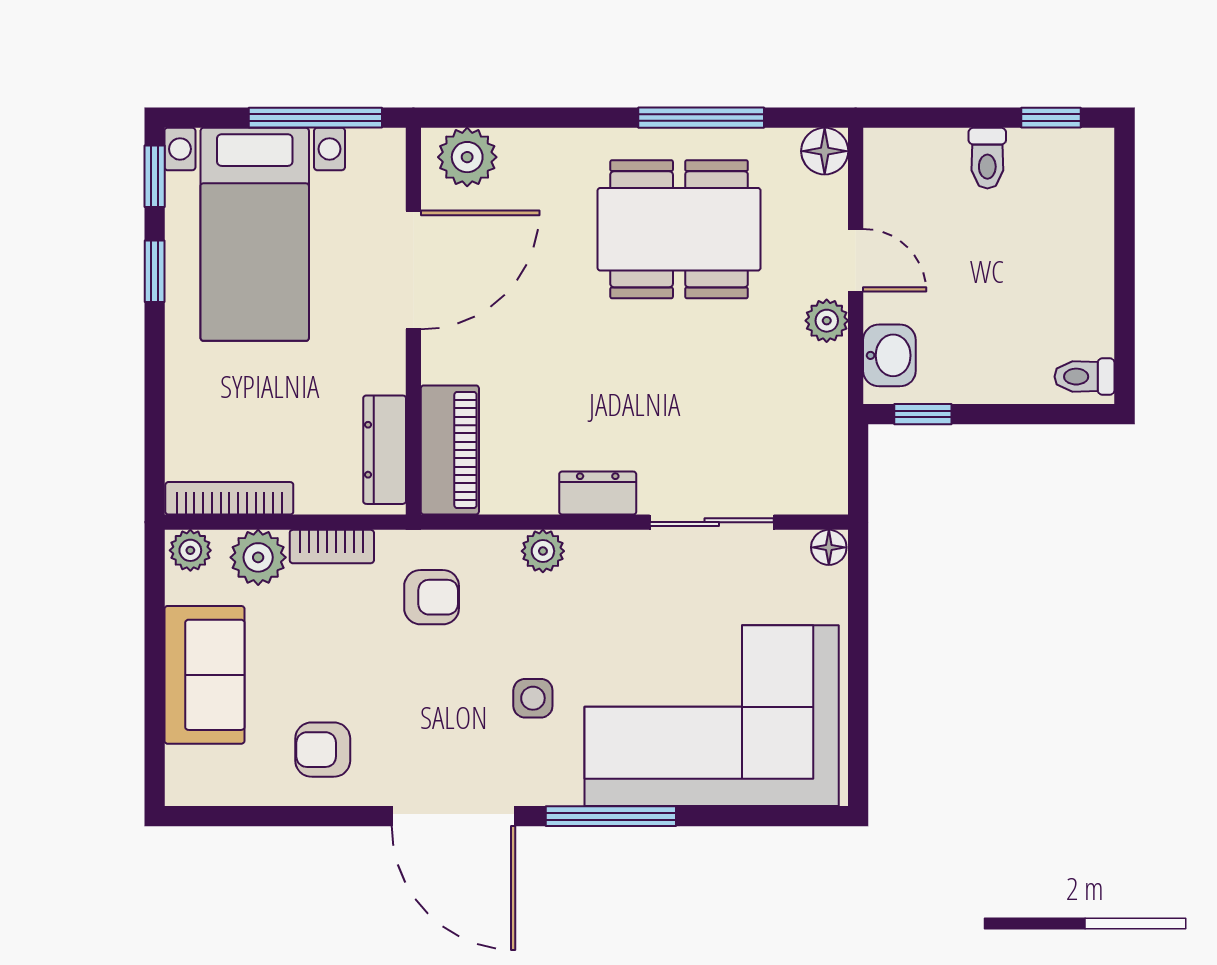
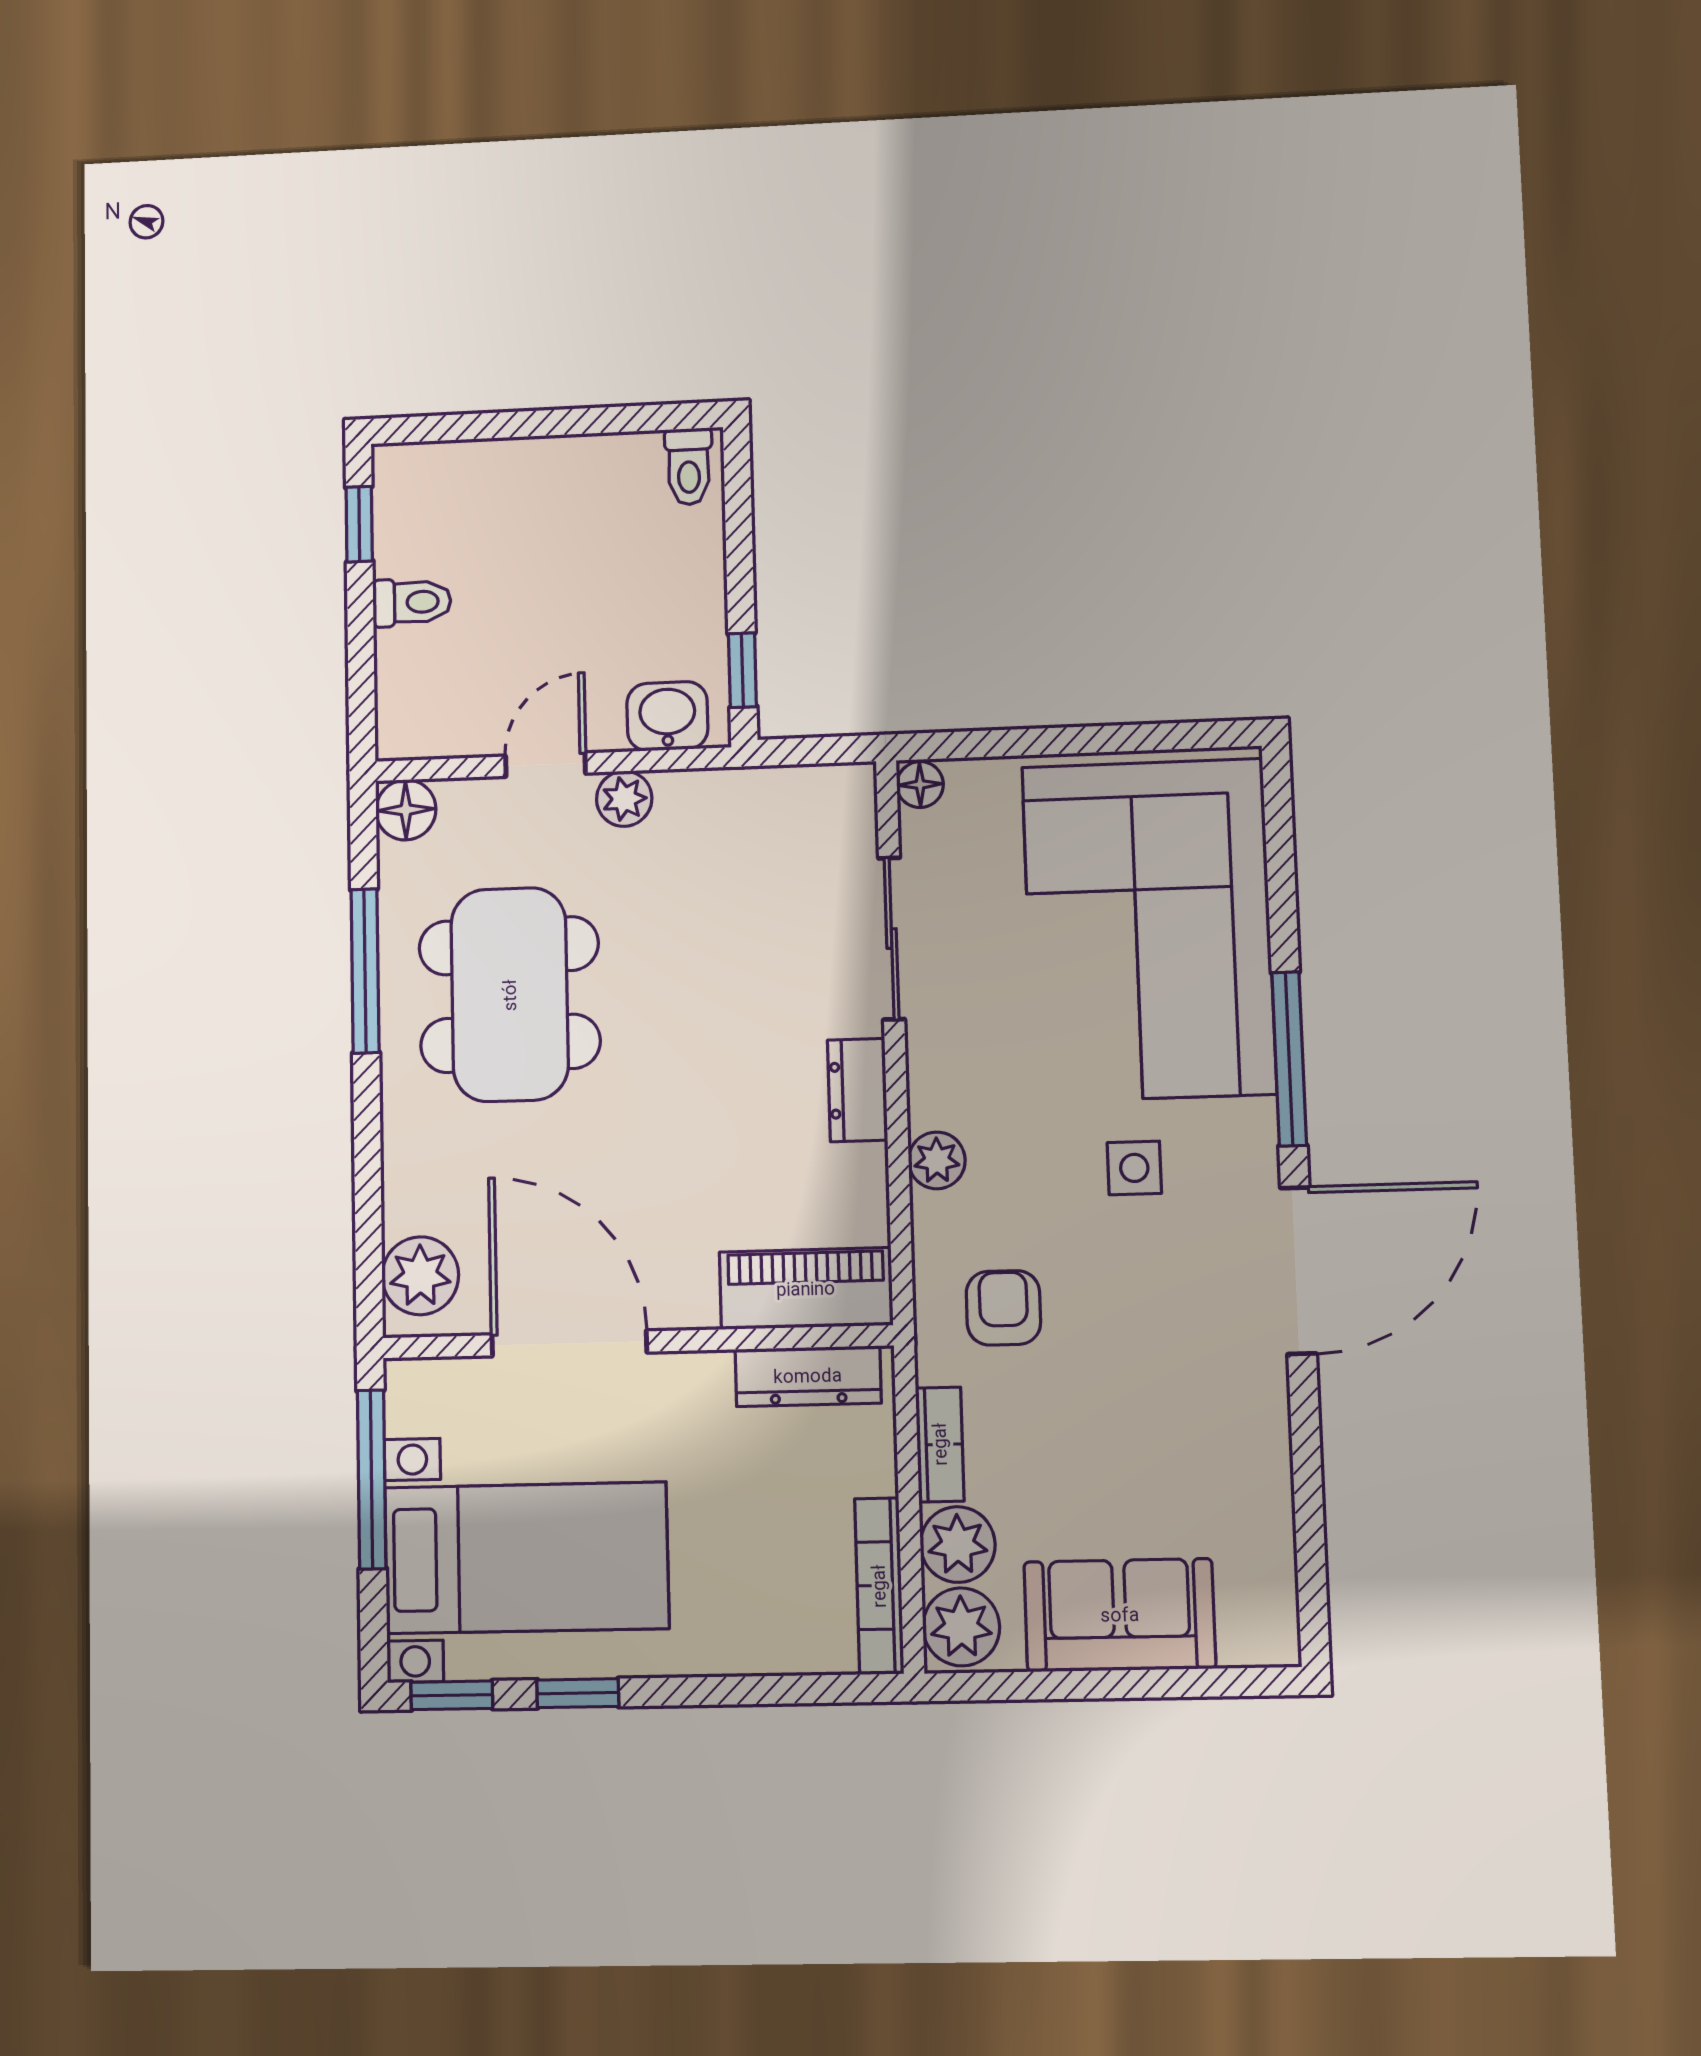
plant: (190, 550) -> (961, 1627), width x1.38, depth x1.38
armchair: (323, 750) -> (1215, 1451), removed

